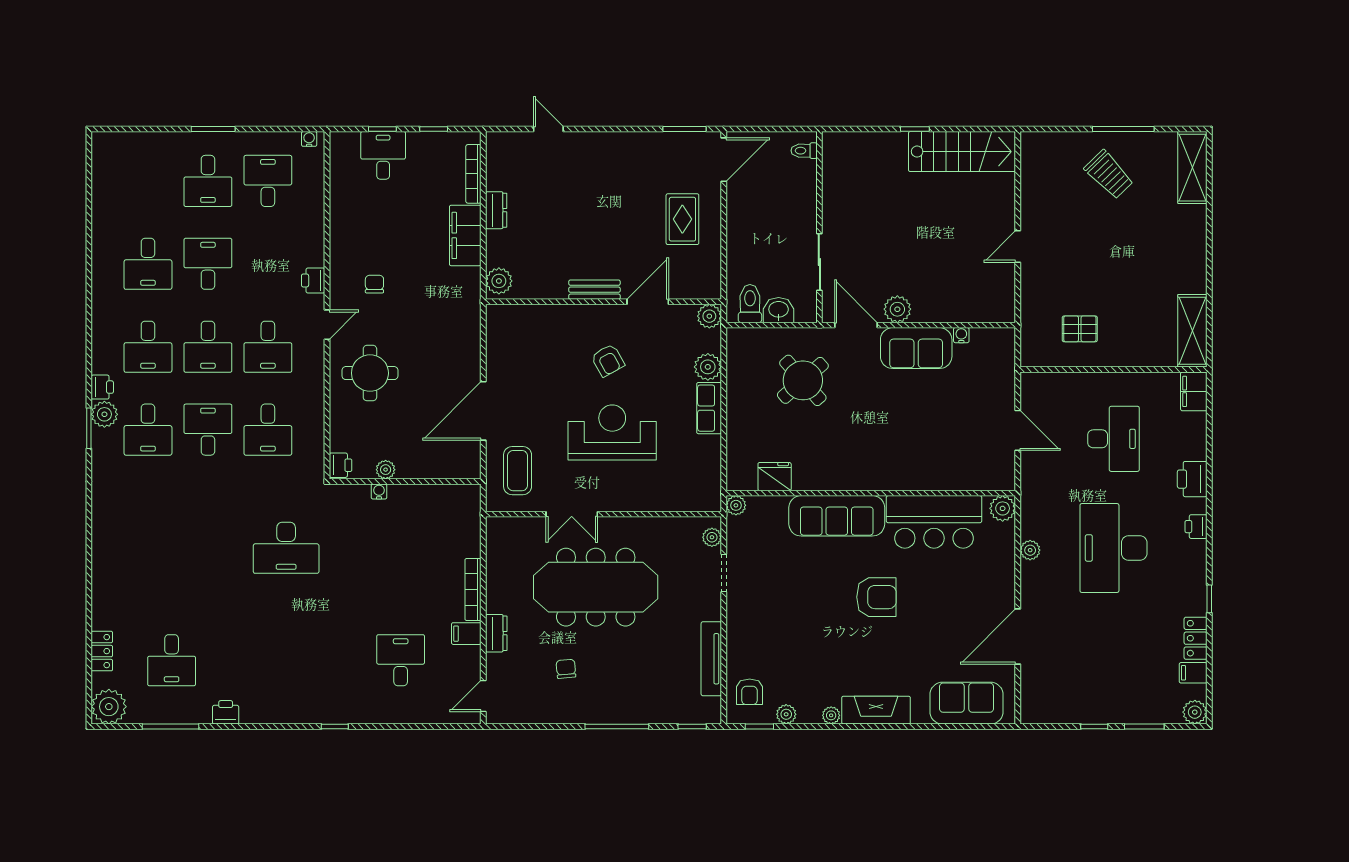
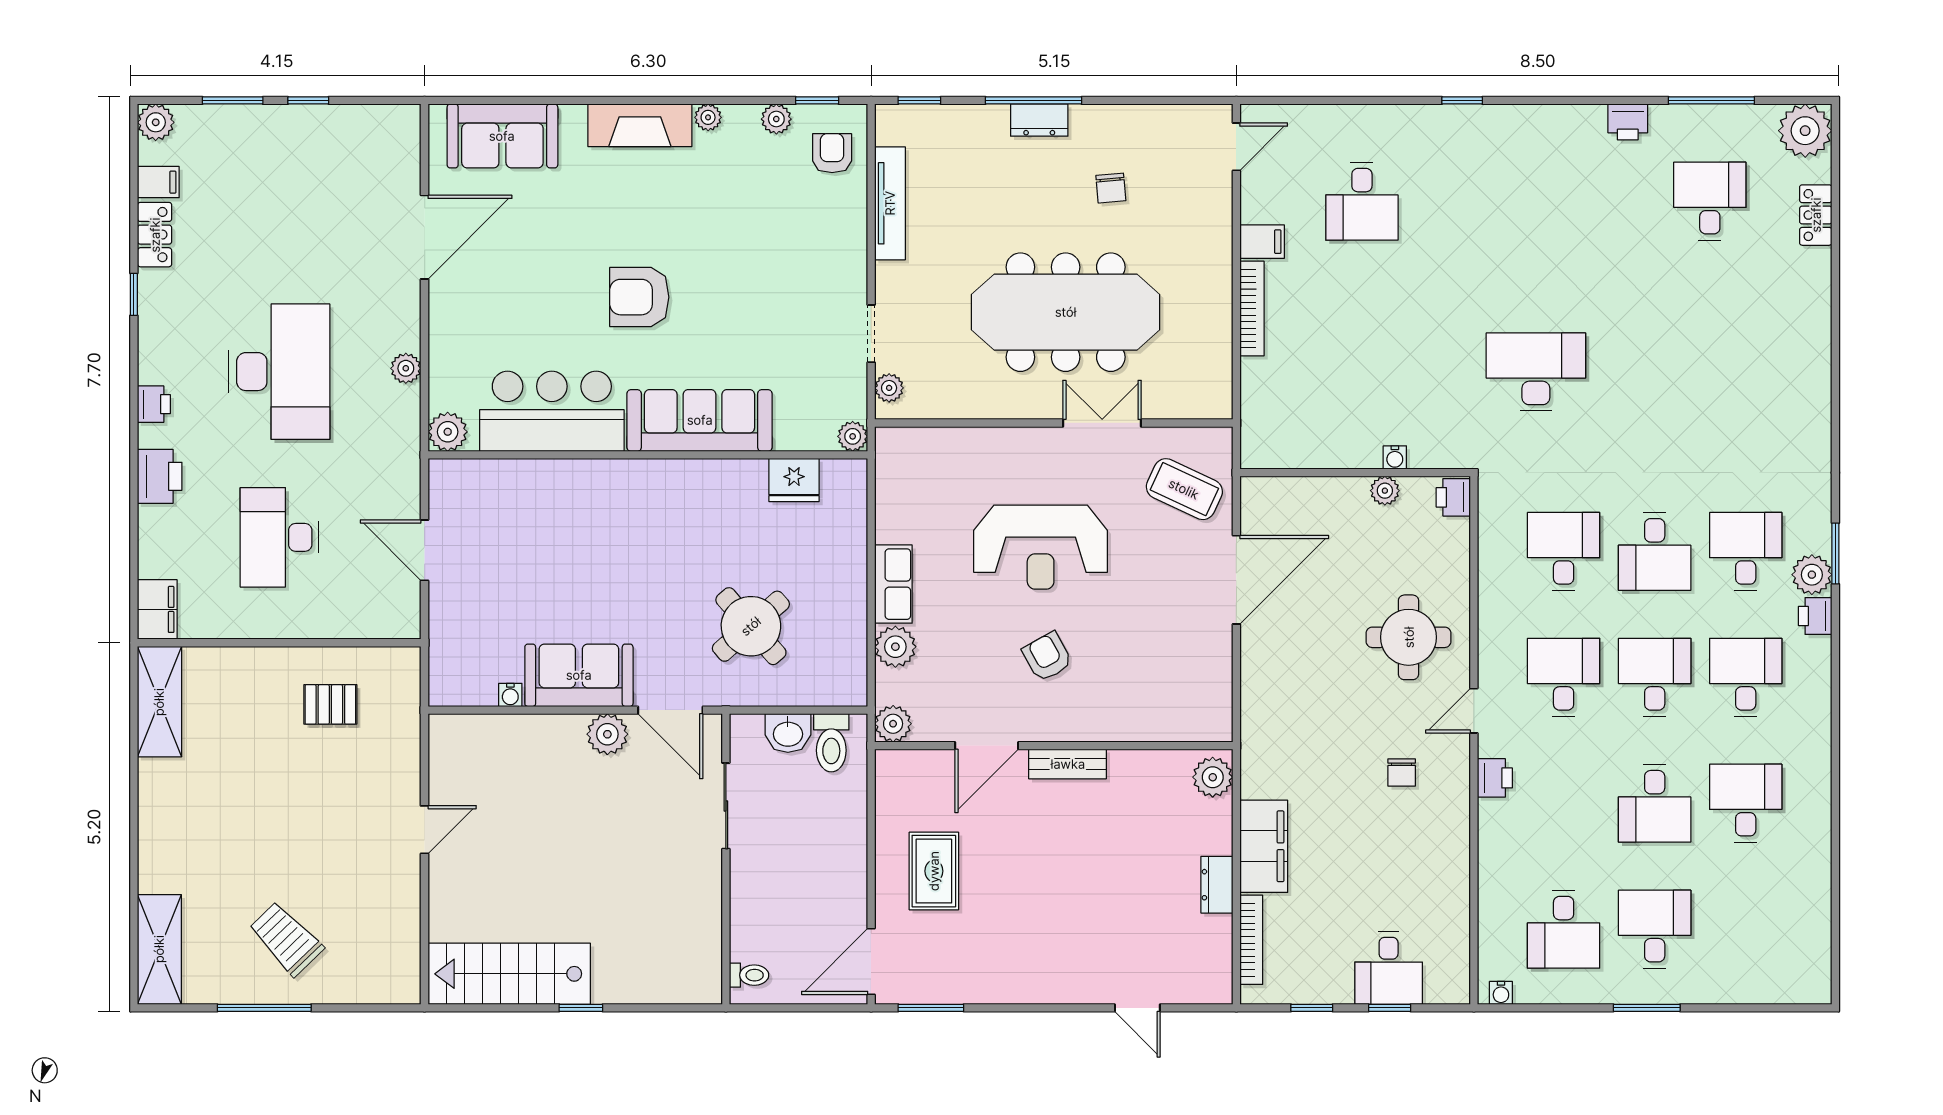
coffee table: (518, 471) -> (1184, 489), turned -65
dresser: (496, 633) -> (1039, 120), moved, turned -90

